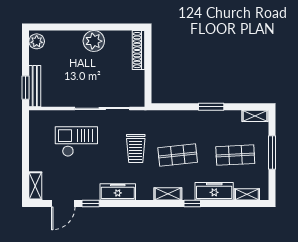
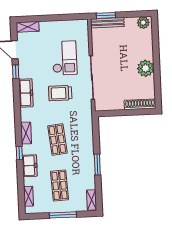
trolley: (136, 149) -> (60, 93), moved
freezer: (214, 191) -> (30, 166), width x0.71

